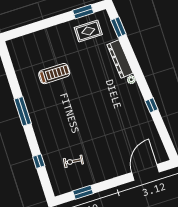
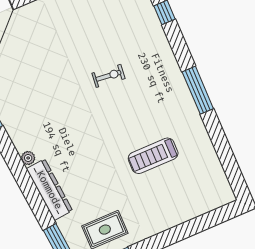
exercise bike: (73, 161) -> (108, 76), moved

